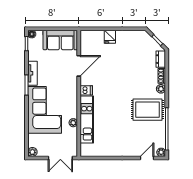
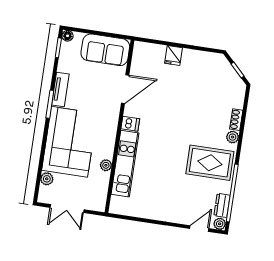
dresser: (161, 59) -> (222, 205), moved
plant: (32, 152) -> (47, 179), moved
double door: (60, 158) -> (67, 209), moved

